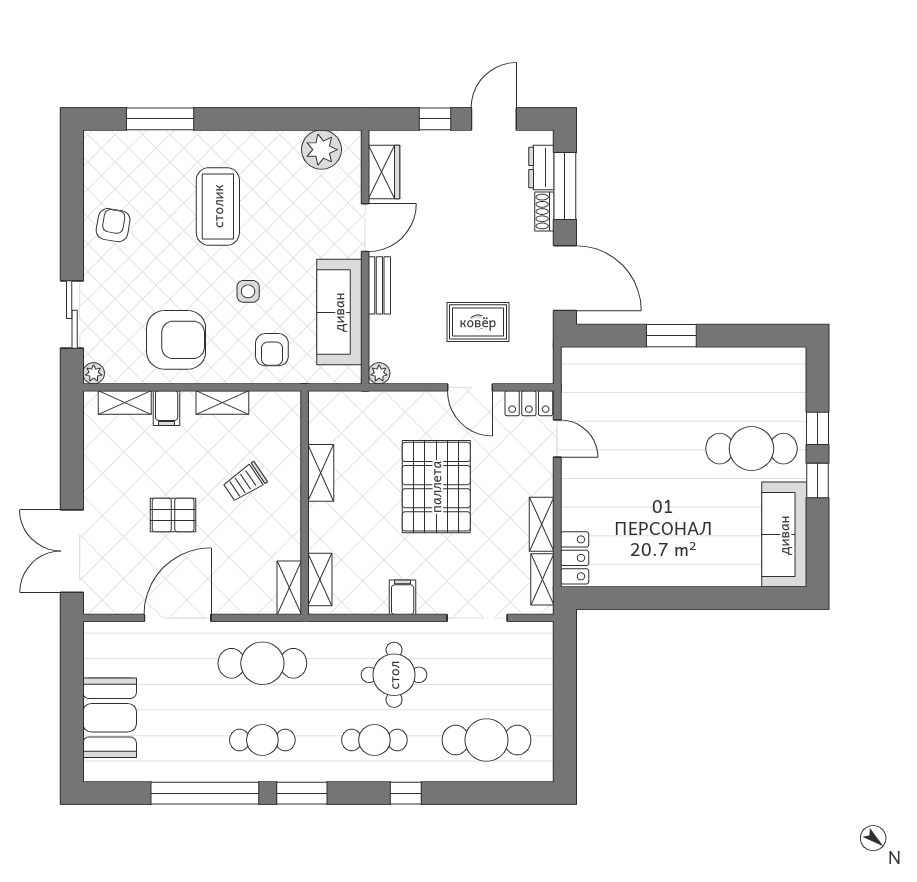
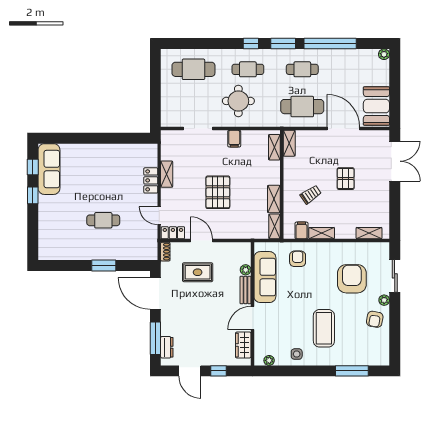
door: (494, 119) -> (190, 371), hinge flipped
plant: (321, 150) -> (269, 360), width x0.53, depth x0.53
shoe rack: (544, 212) -> (165, 252), moved
side table: (248, 291) -> (297, 354), moved
armchair: (176, 340) -> (352, 279), moved, turned 90
plant: (94, 373) -> (384, 300), moved
plant: (379, 373) -> (246, 270), moved
filing cabinet: (167, 408) -> (301, 230), moved
window: (817, 428) -> (33, 167), moved
cafe table: (751, 449) -> (103, 220), moved, width x0.73, depth x0.74
pallet: (436, 487) -> (218, 192), width x0.73, depth x0.71
pallet: (173, 515) -> (346, 179), turned 90
locker: (575, 558) -> (151, 180), moved
shelving: (542, 579) -> (275, 226), moved
door: (178, 618) -> (343, 129), swing flipped
booth: (110, 718) -> (376, 106), moved
plant: (94, 771) -> (384, 54), added
window: (406, 793) -> (251, 44), moved

